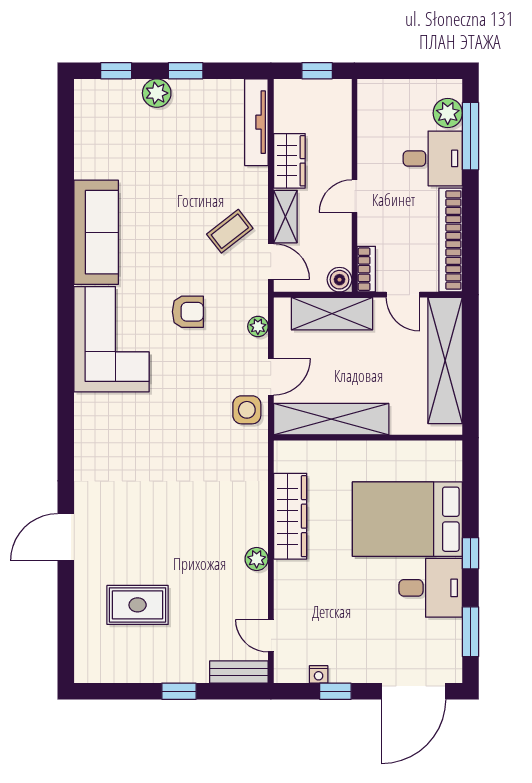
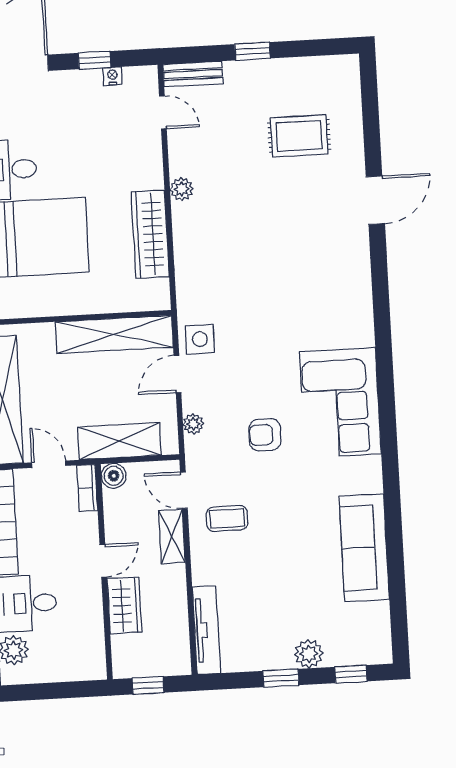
wardrobe: (289, 161) -> (124, 605), moved, turned 180
coffee table: (230, 231) -> (227, 518), turned 38
sofa: (96, 232) -> (364, 548), moved

